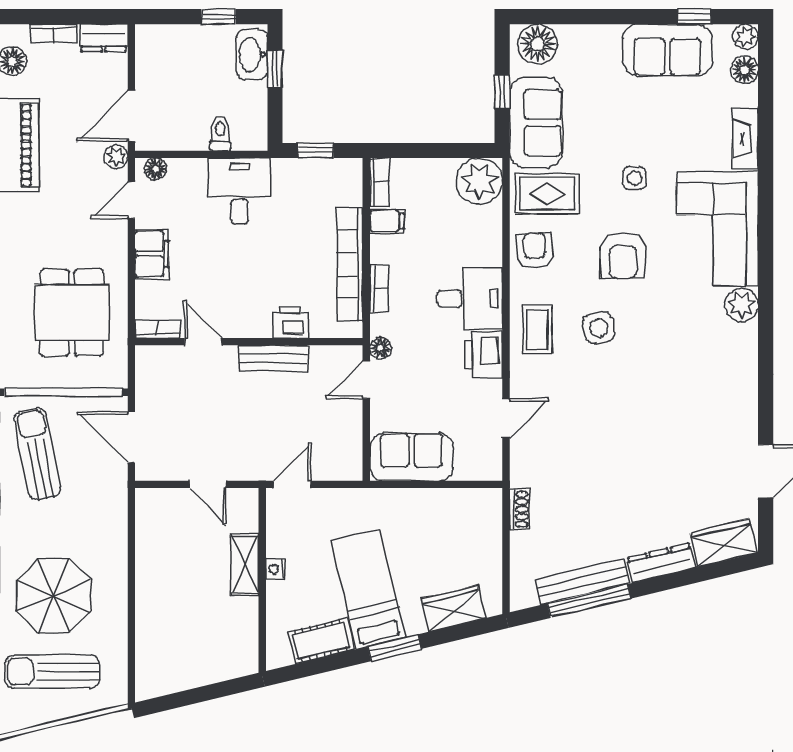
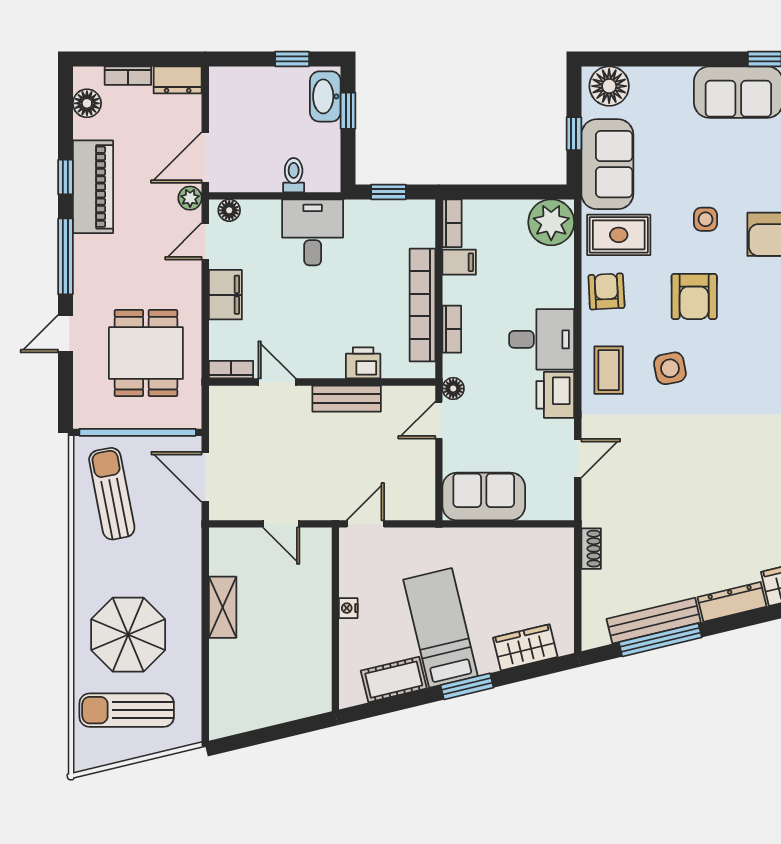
shelving: (245, 564) -> (223, 607), moved

